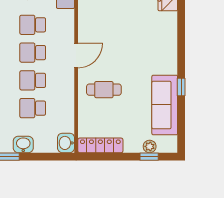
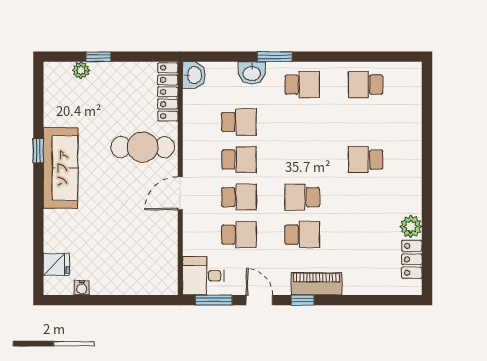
cafe table: (104, 90) -> (143, 147), width x1.37, depth x1.35
sofa: (165, 105) -> (61, 168), moved
locker: (100, 145) -> (168, 92), moved, turned 90
window: (149, 157) -> (98, 57), moved

